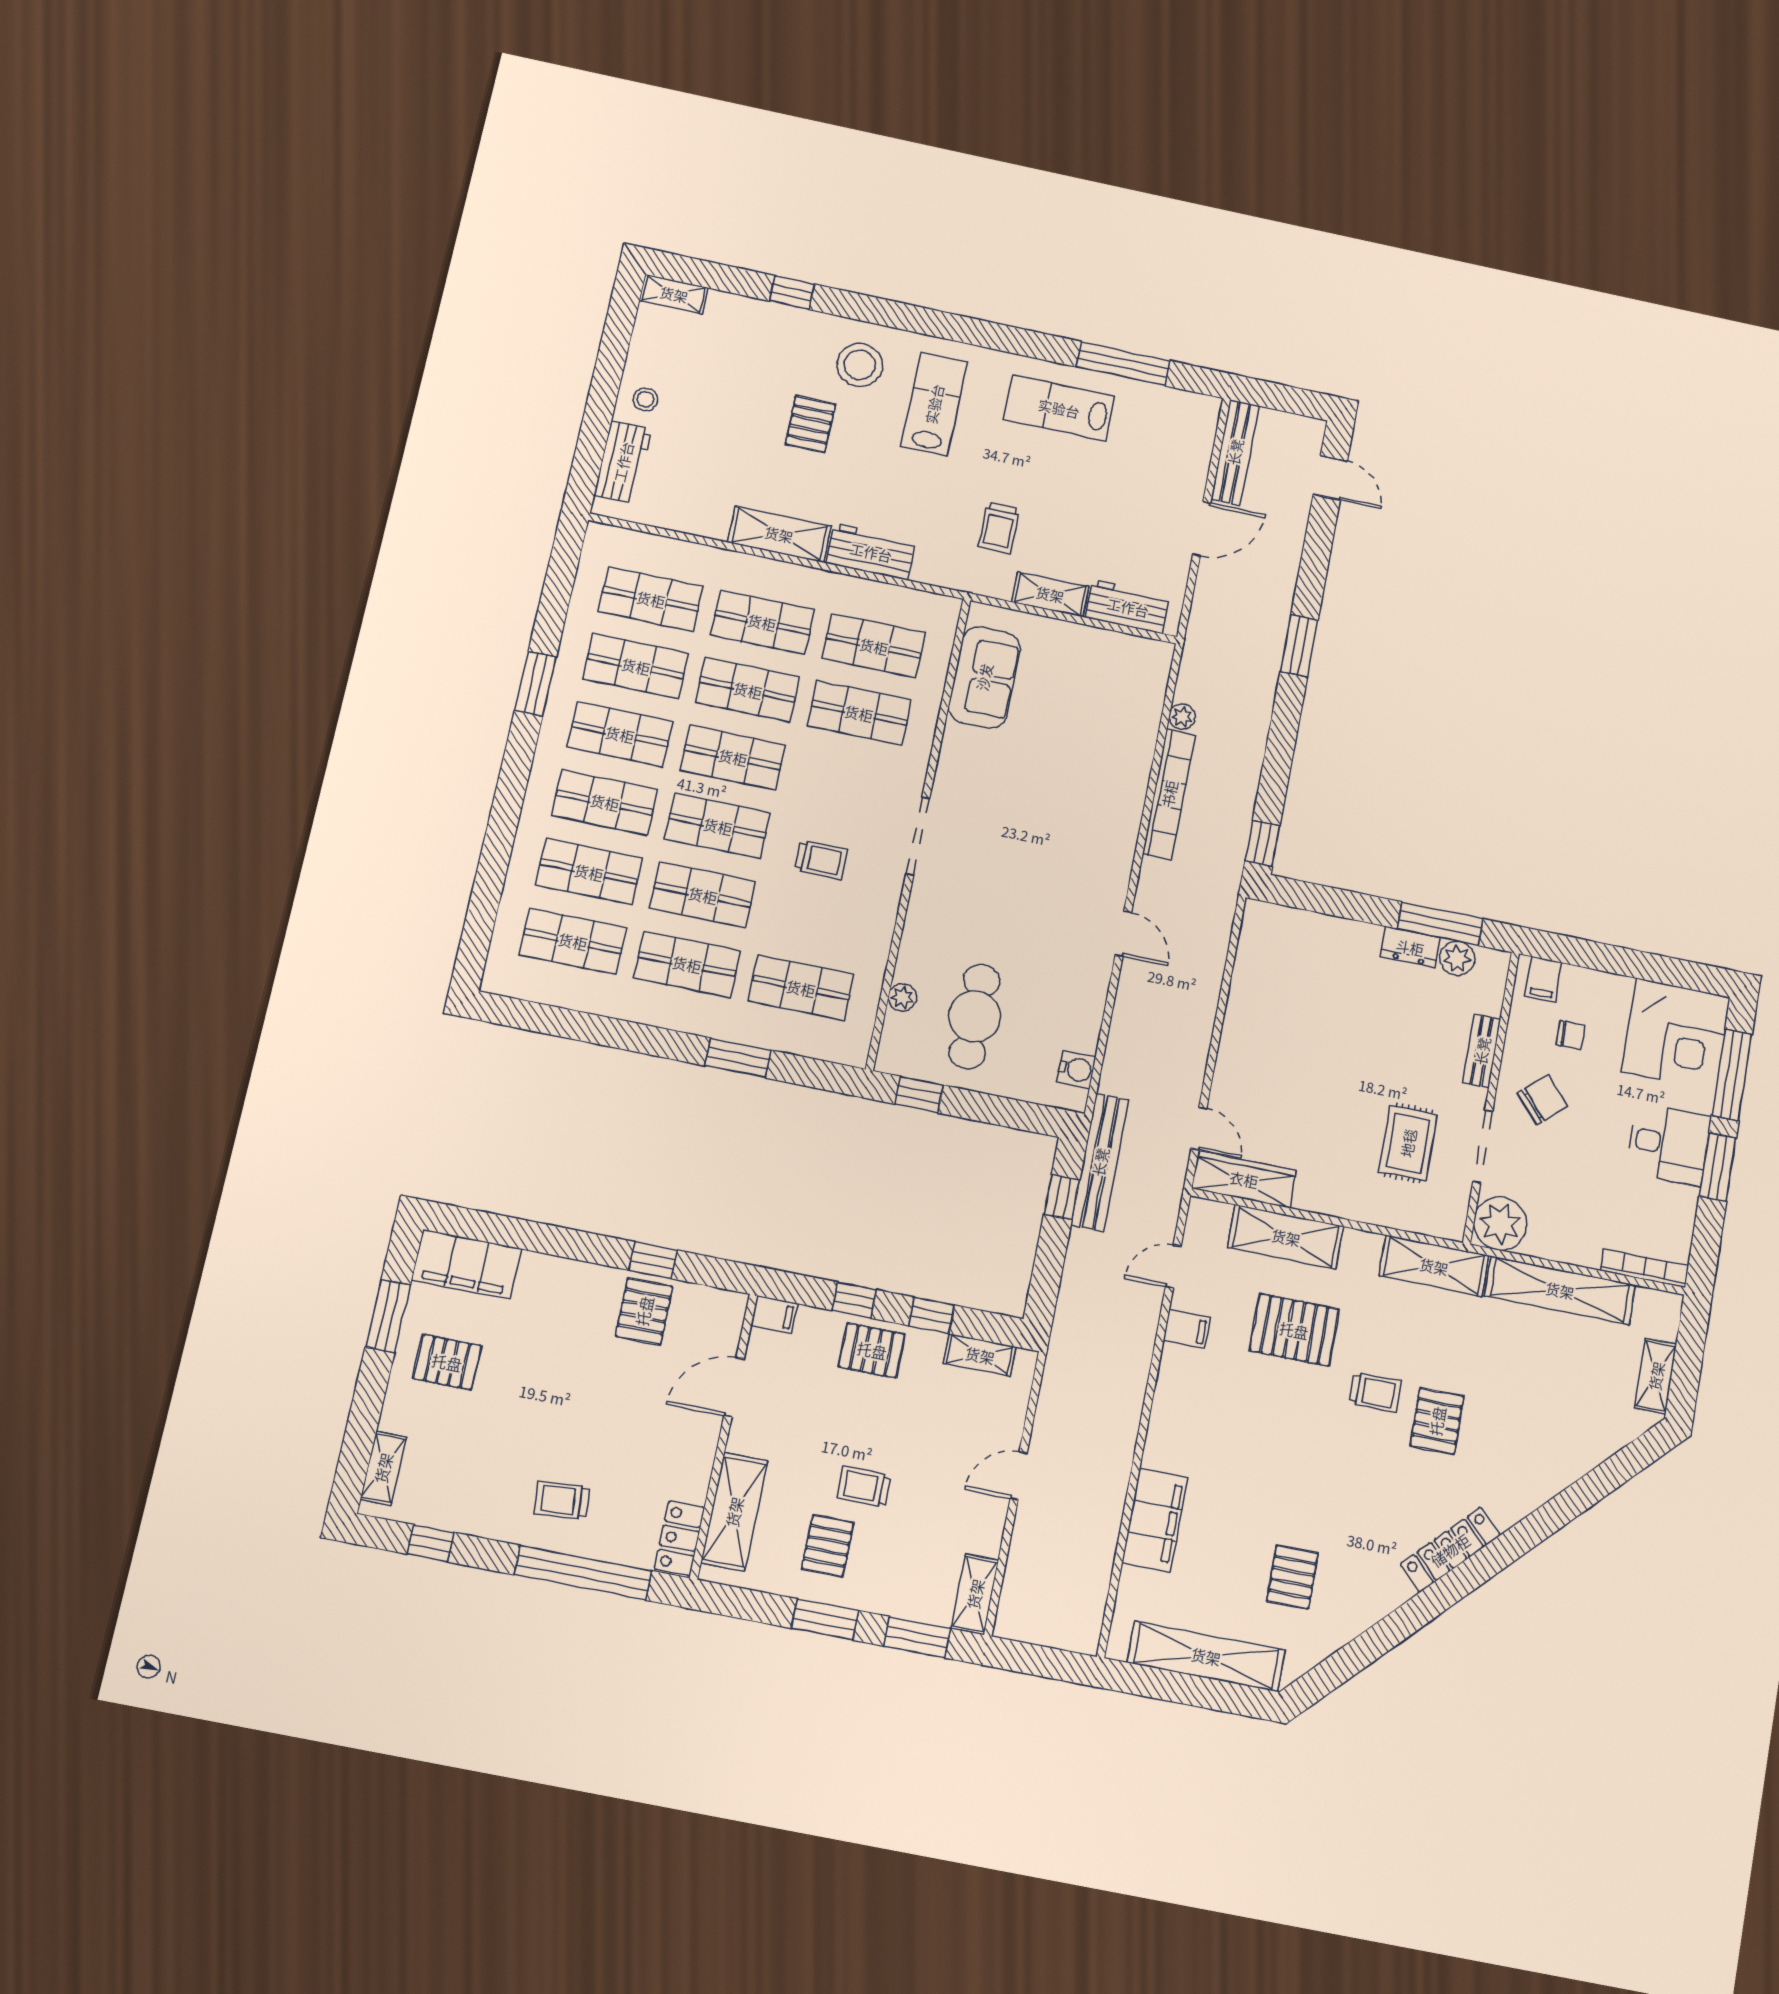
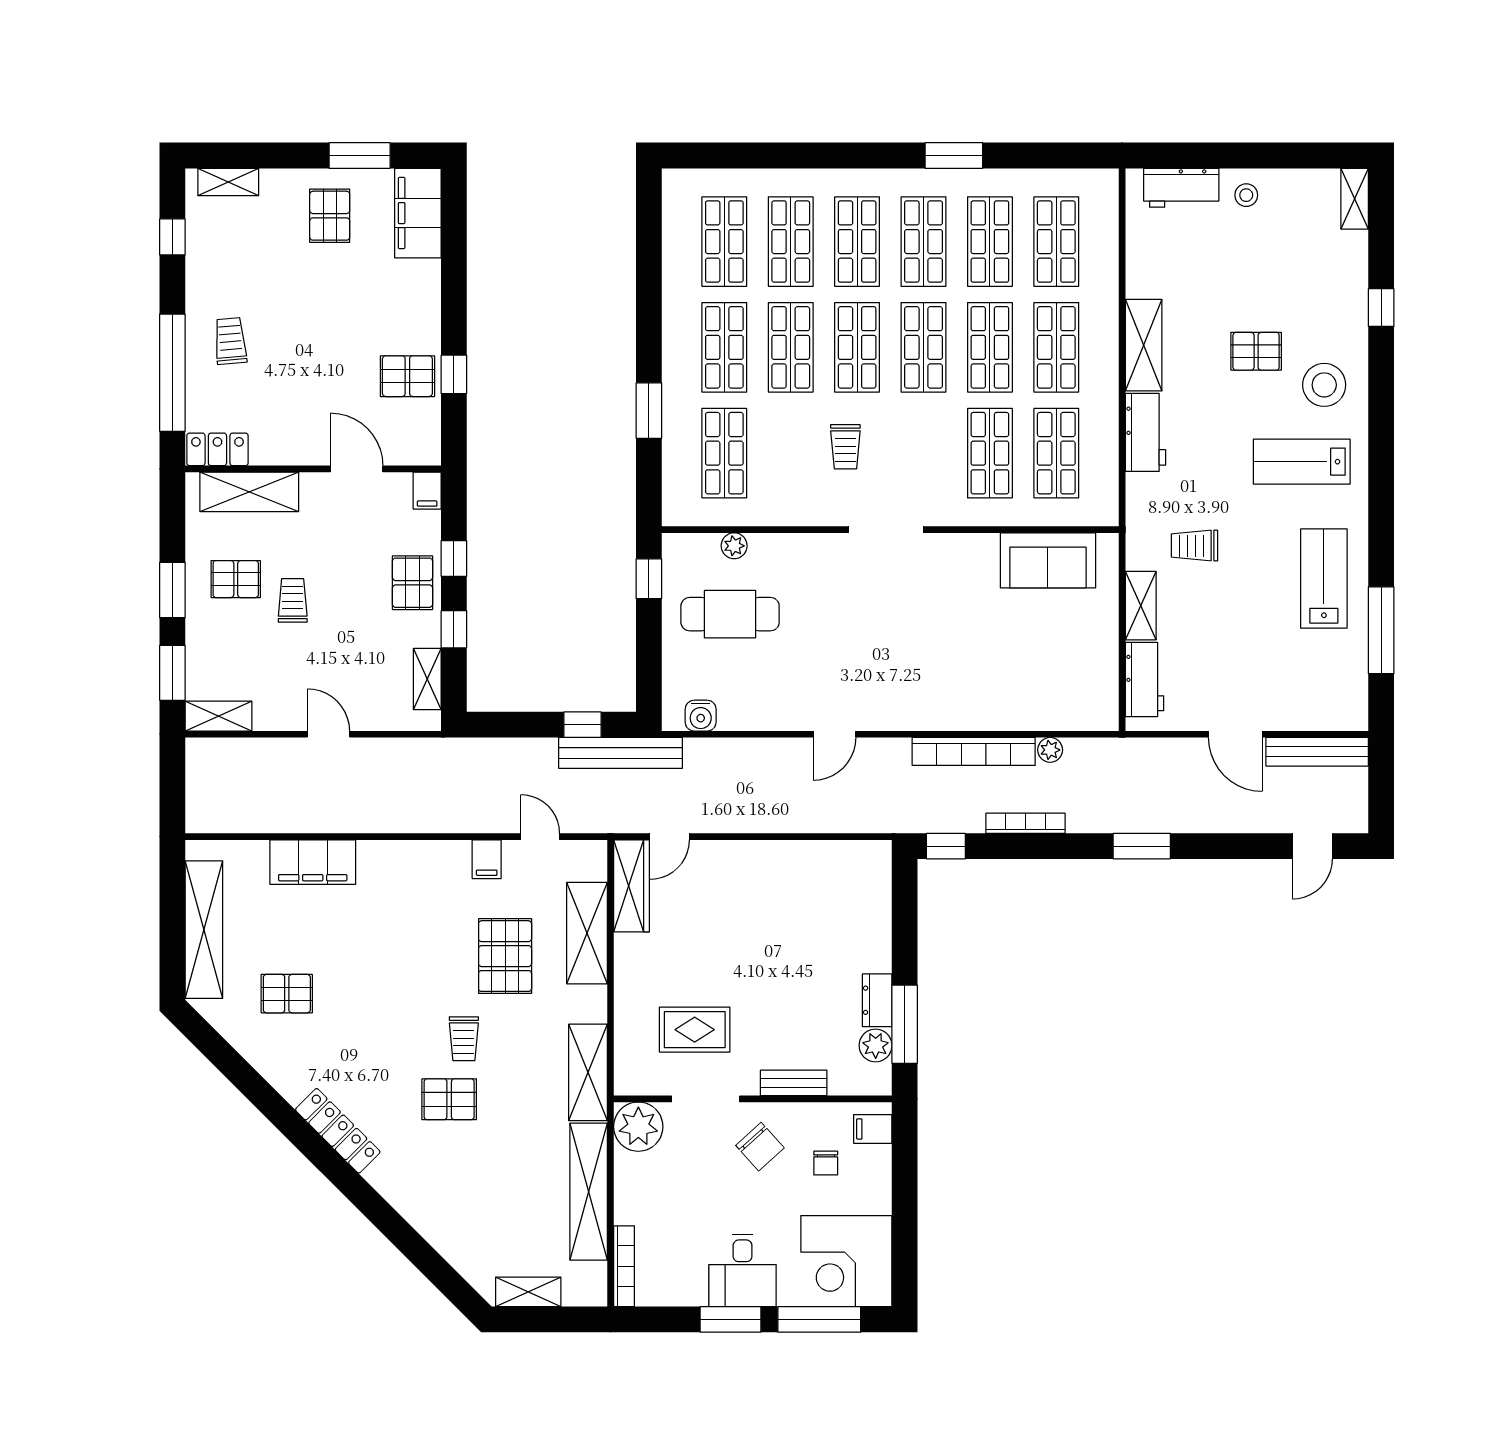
lab bench: (934, 404) -> (1302, 462), turned 180
bookcase: (1254, 757) -> (1026, 823), added

